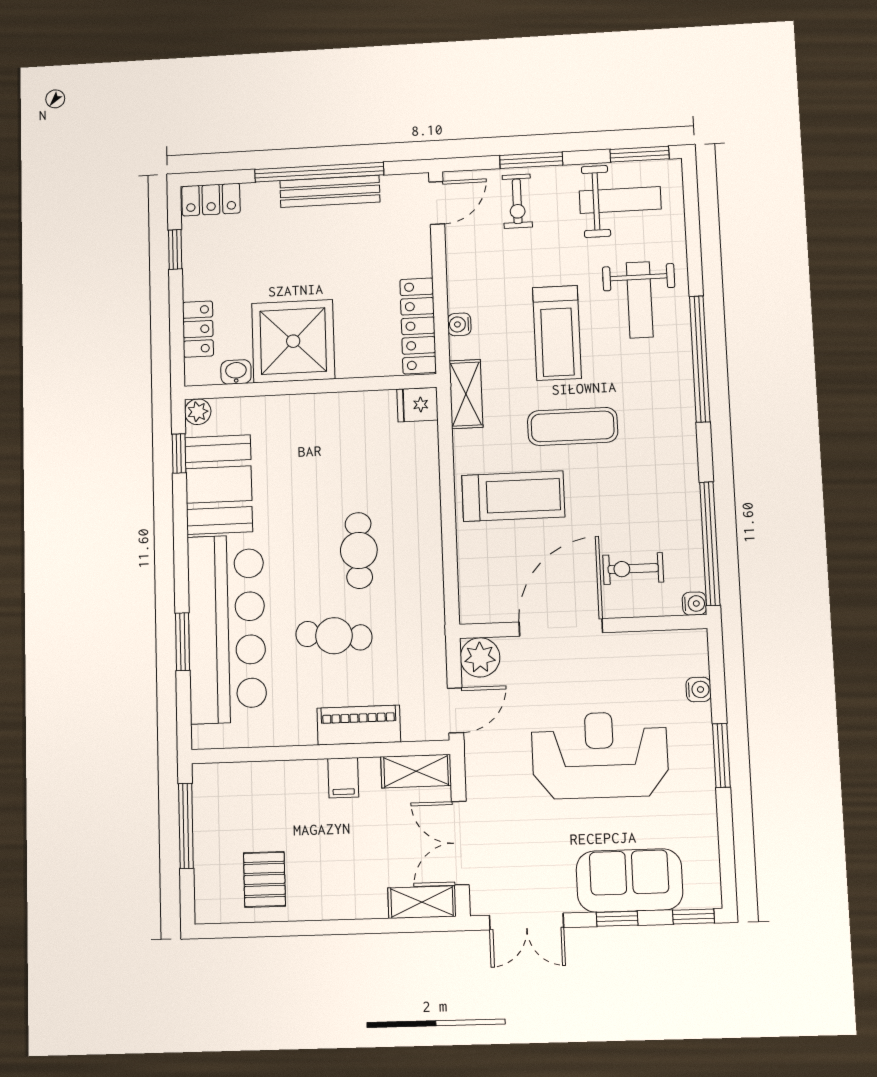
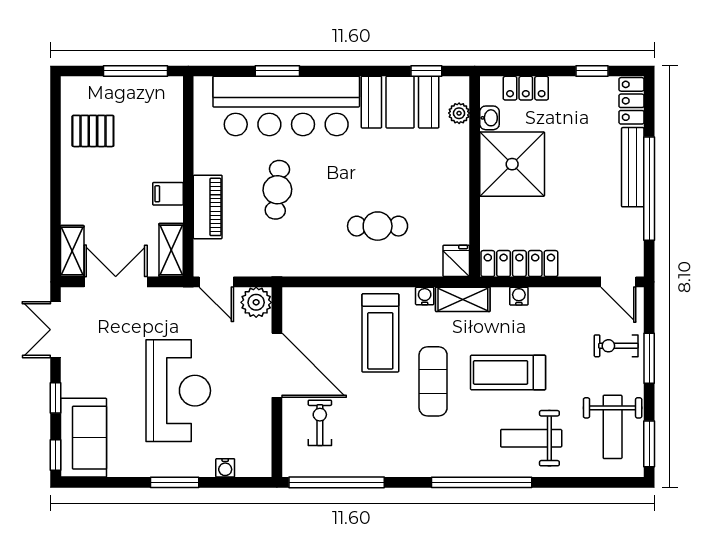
bench: (330, 191) -> (633, 167), moved
plant: (198, 412) -> (459, 113), moved
cafe table: (359, 550) -> (378, 226), moved
water cooler: (694, 604) -> (425, 296), moved, turned 180
sofa: (629, 881) -> (84, 438), moved

